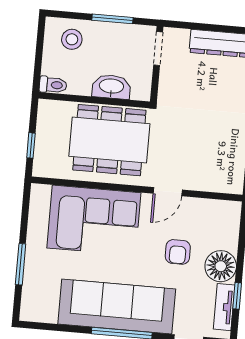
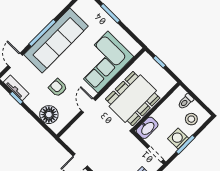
washing machine: (112, 35) -> (178, 138), added
toilet: (53, 85) -> (186, 101), moved
washbasin: (111, 87) -> (147, 128), moved
floor lamp: (221, 266) -> (49, 115), moved

